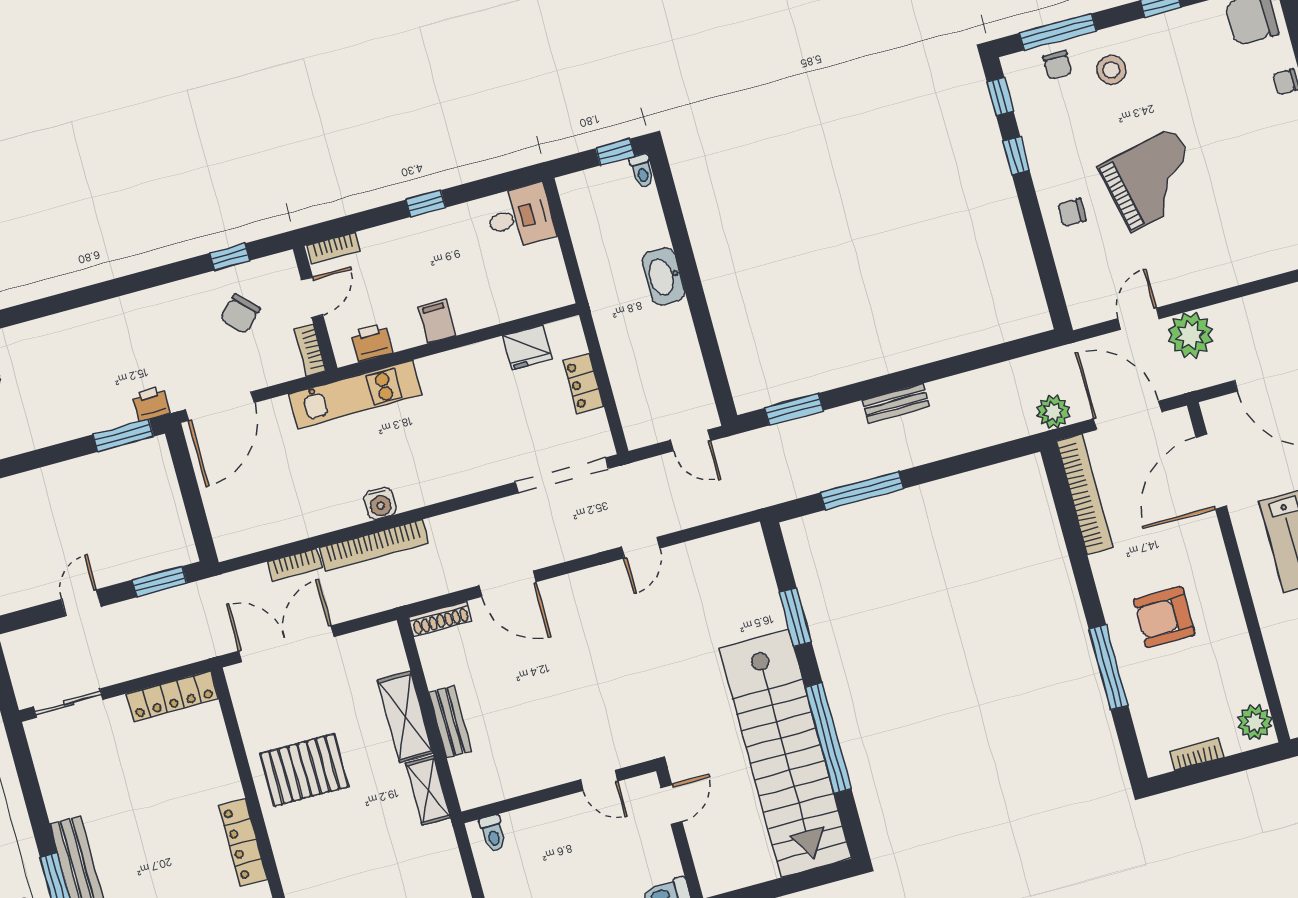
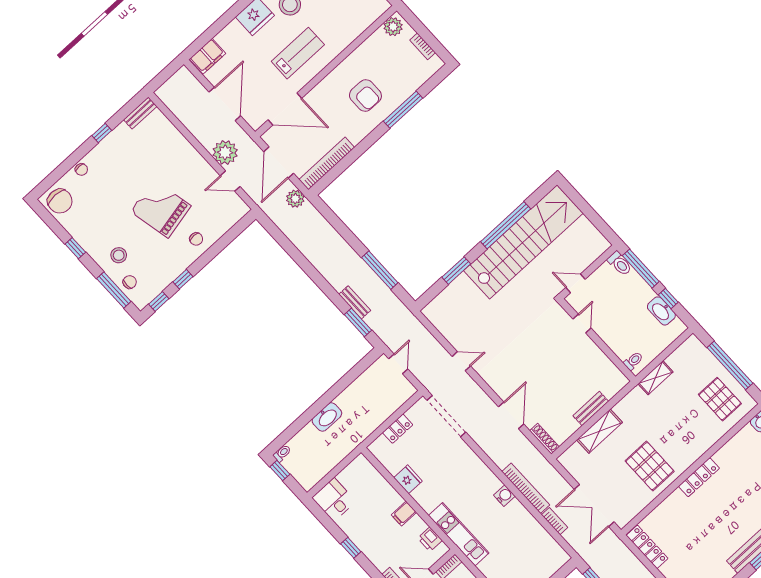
fridge: (527, 347) -> (408, 479), moved
bench: (896, 403) -> (355, 302), moved
shelving: (428, 791) -> (655, 378), moved

